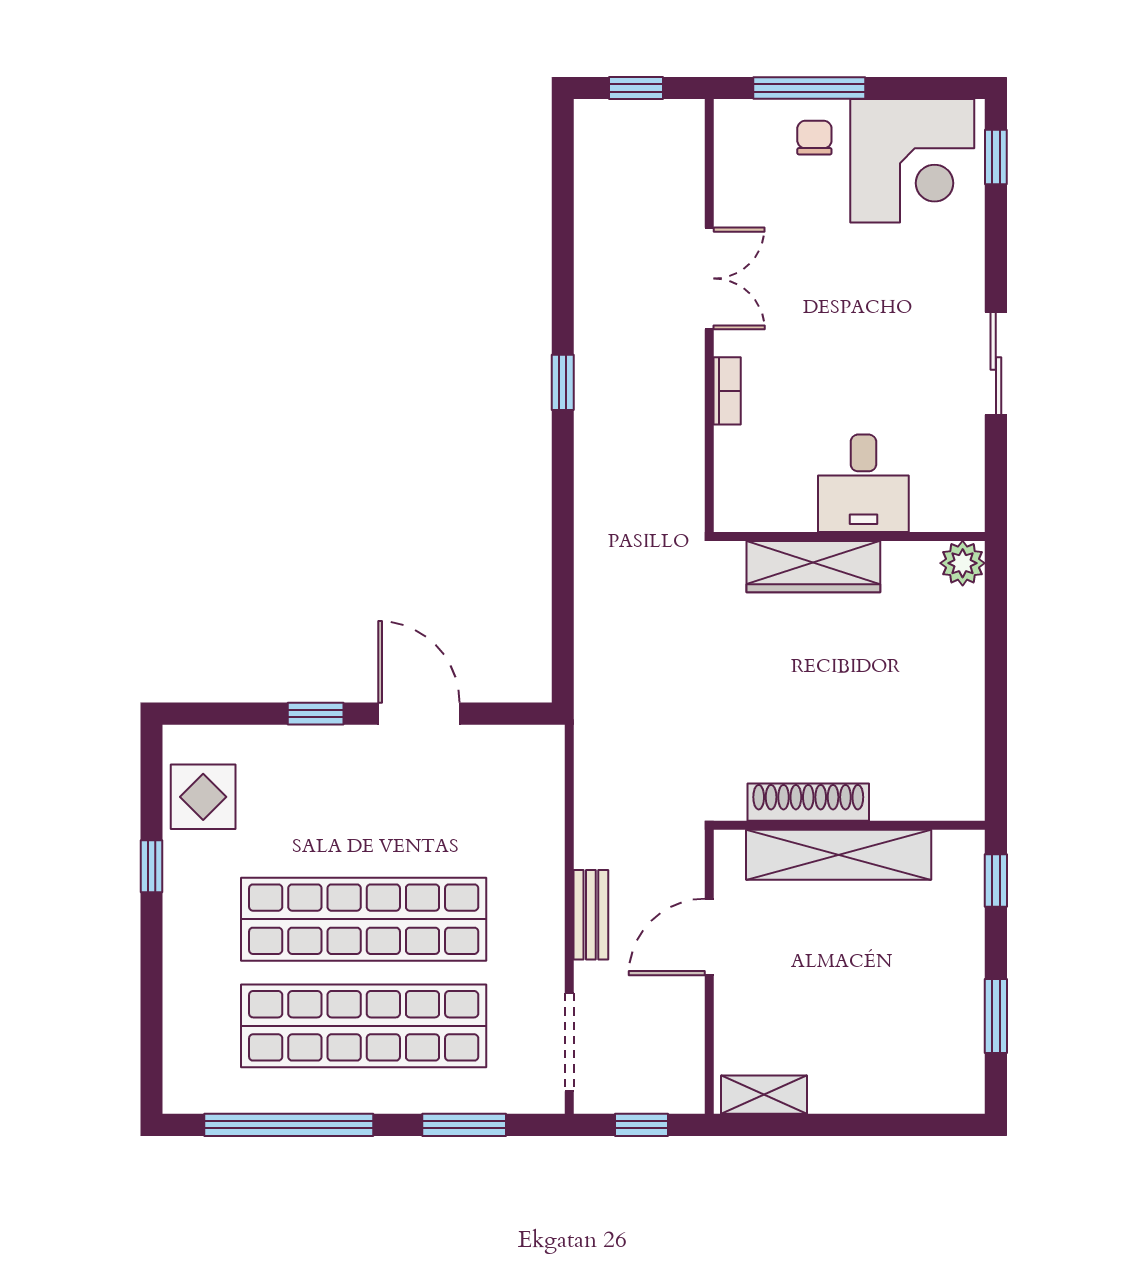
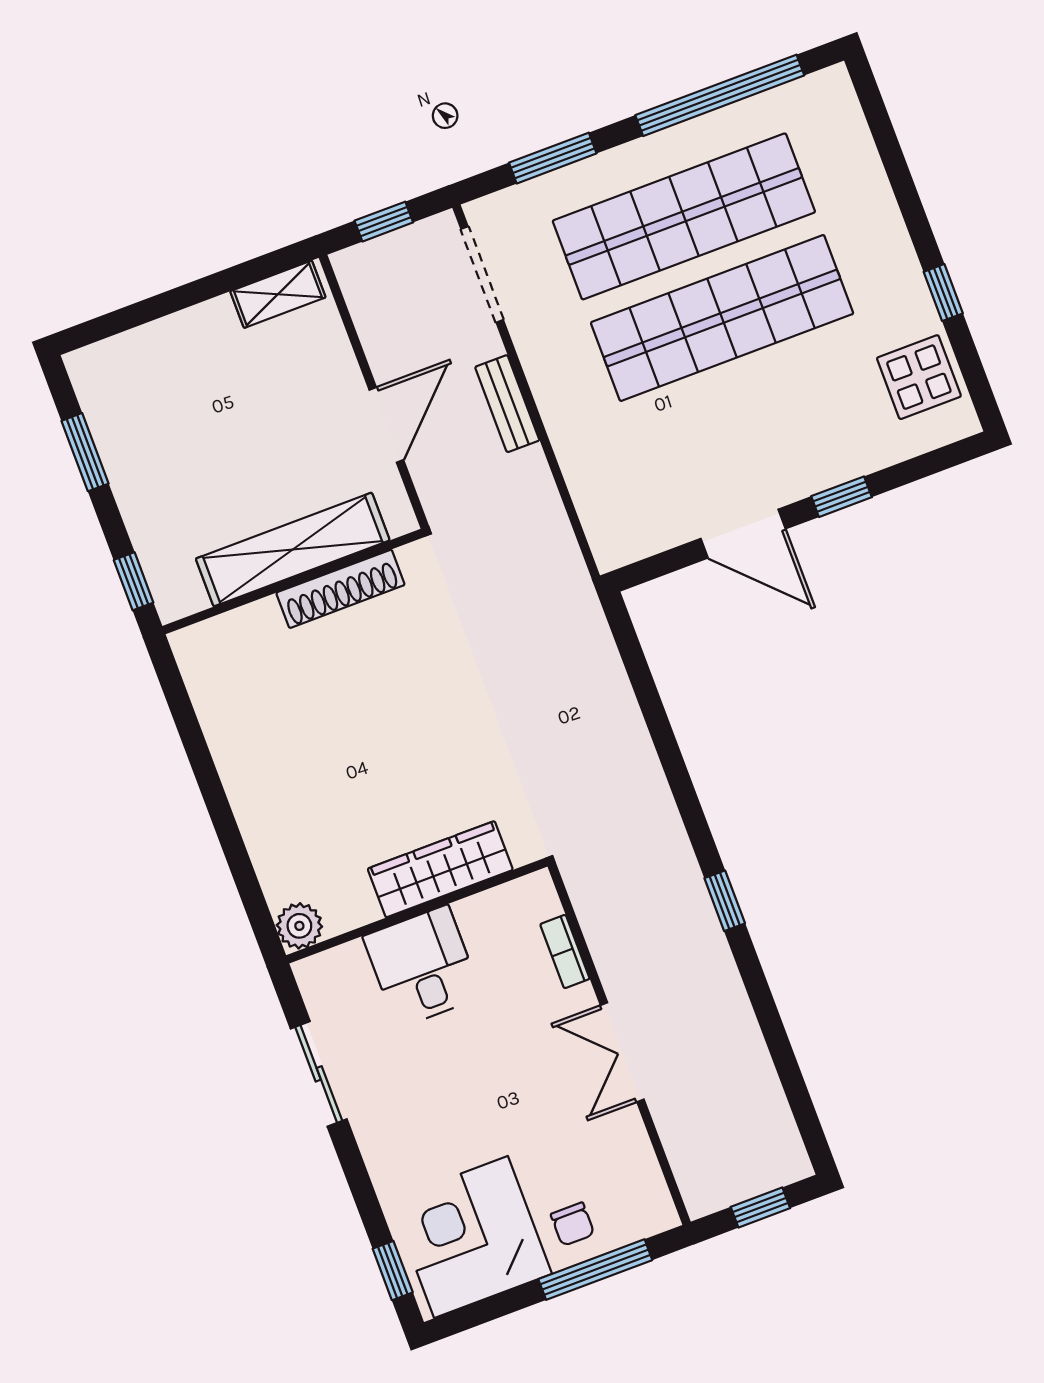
desk: (863, 483) -> (422, 967), moved
wall: (849, 536) -> (417, 911), moved
plant: (963, 563) -> (299, 926), moved
wardrobe: (813, 567) -> (440, 869), moved

